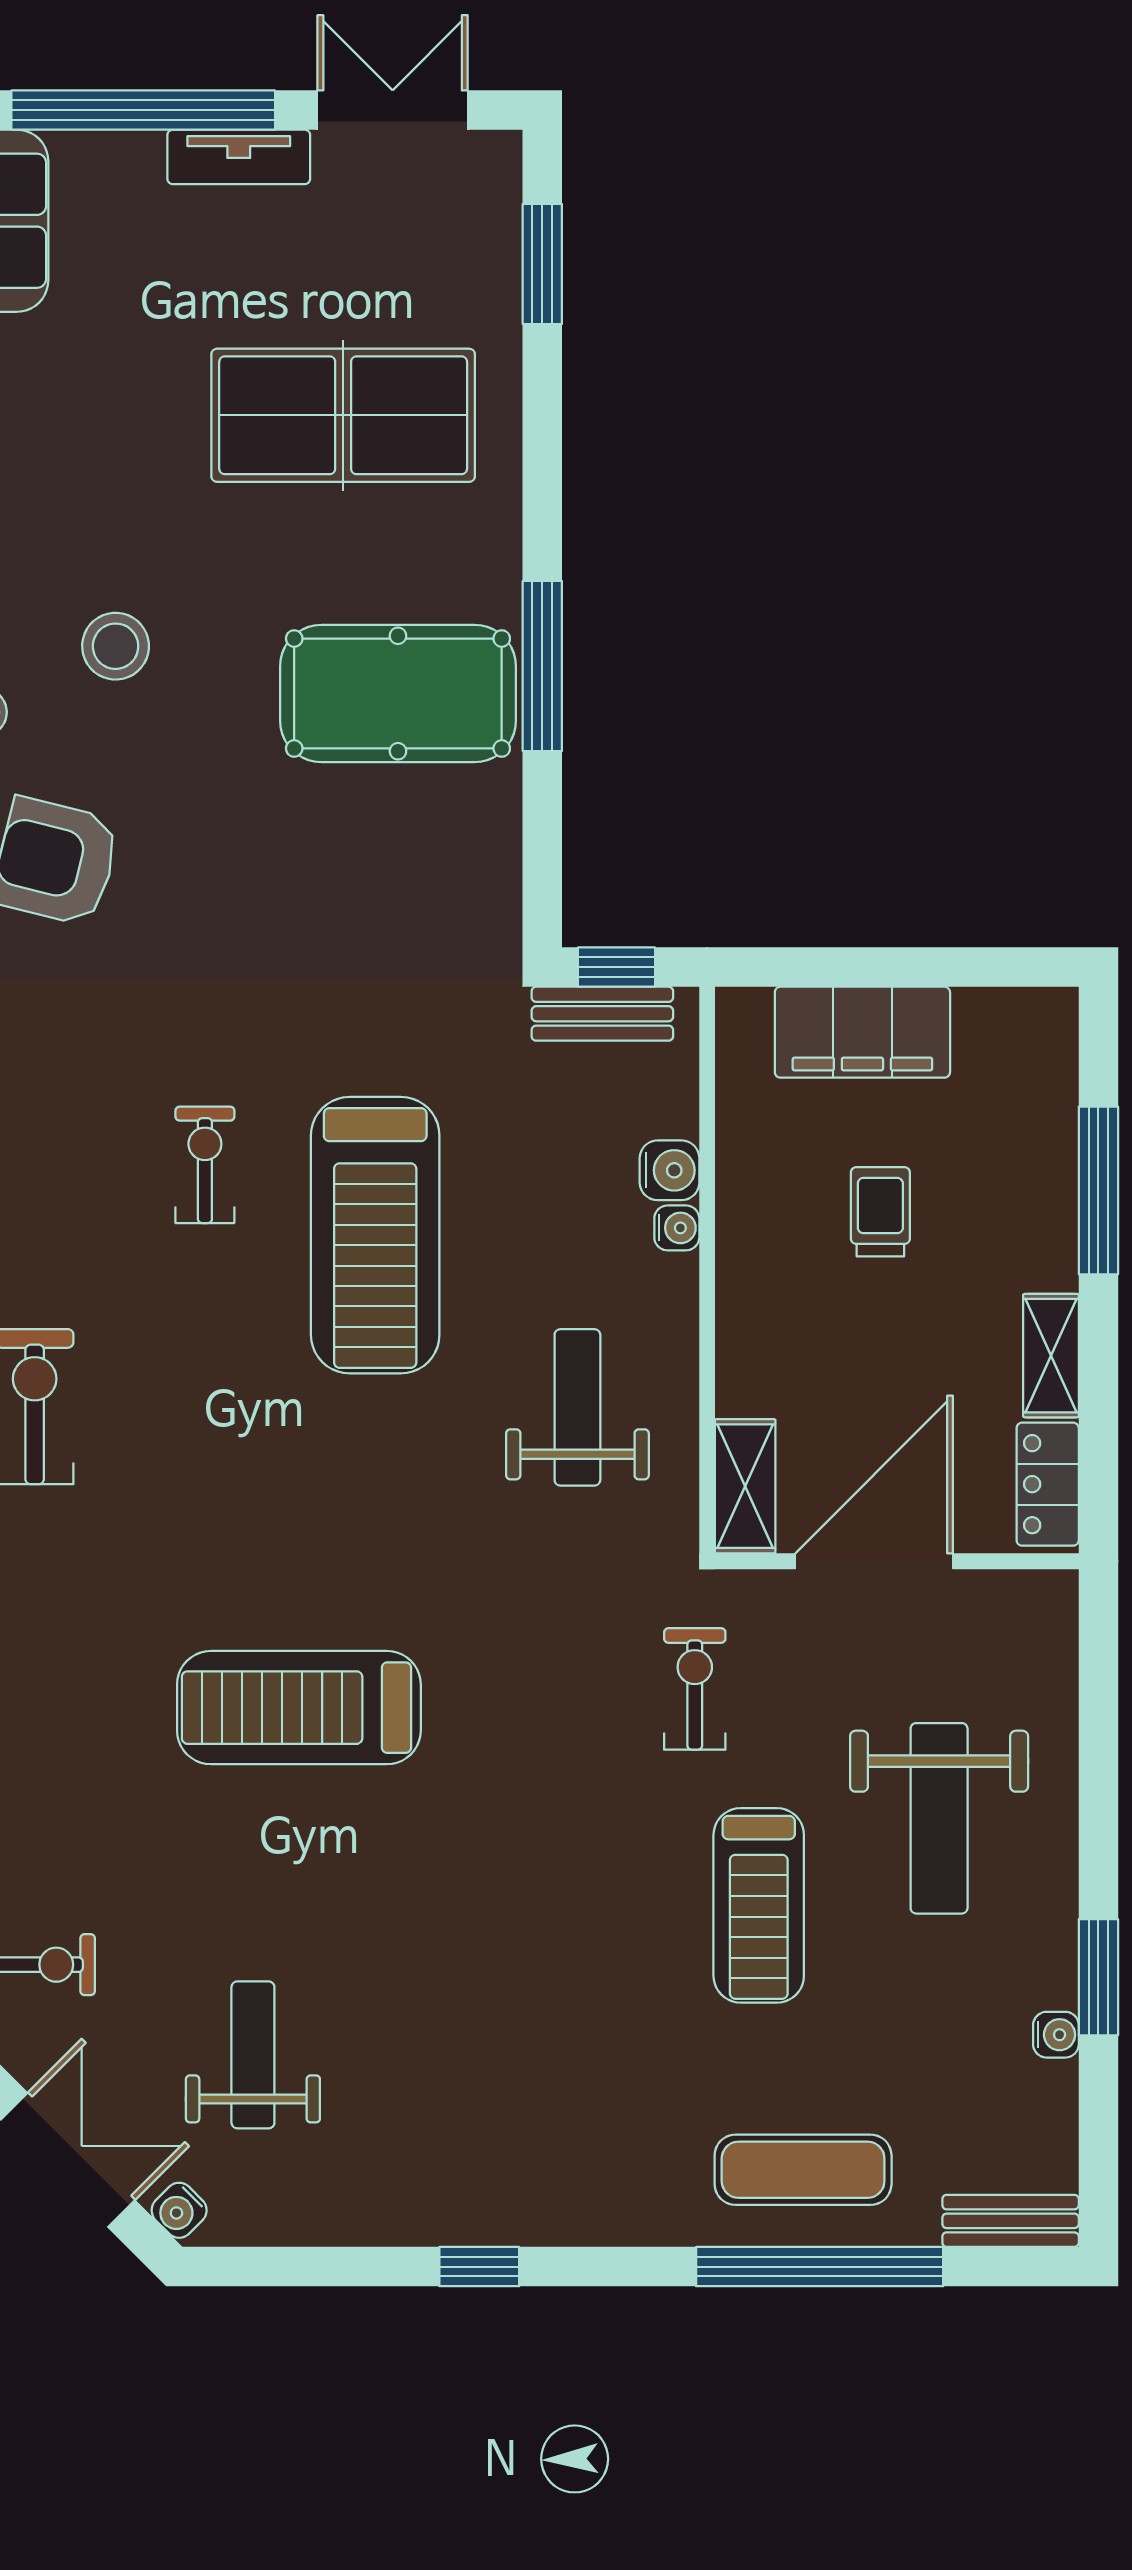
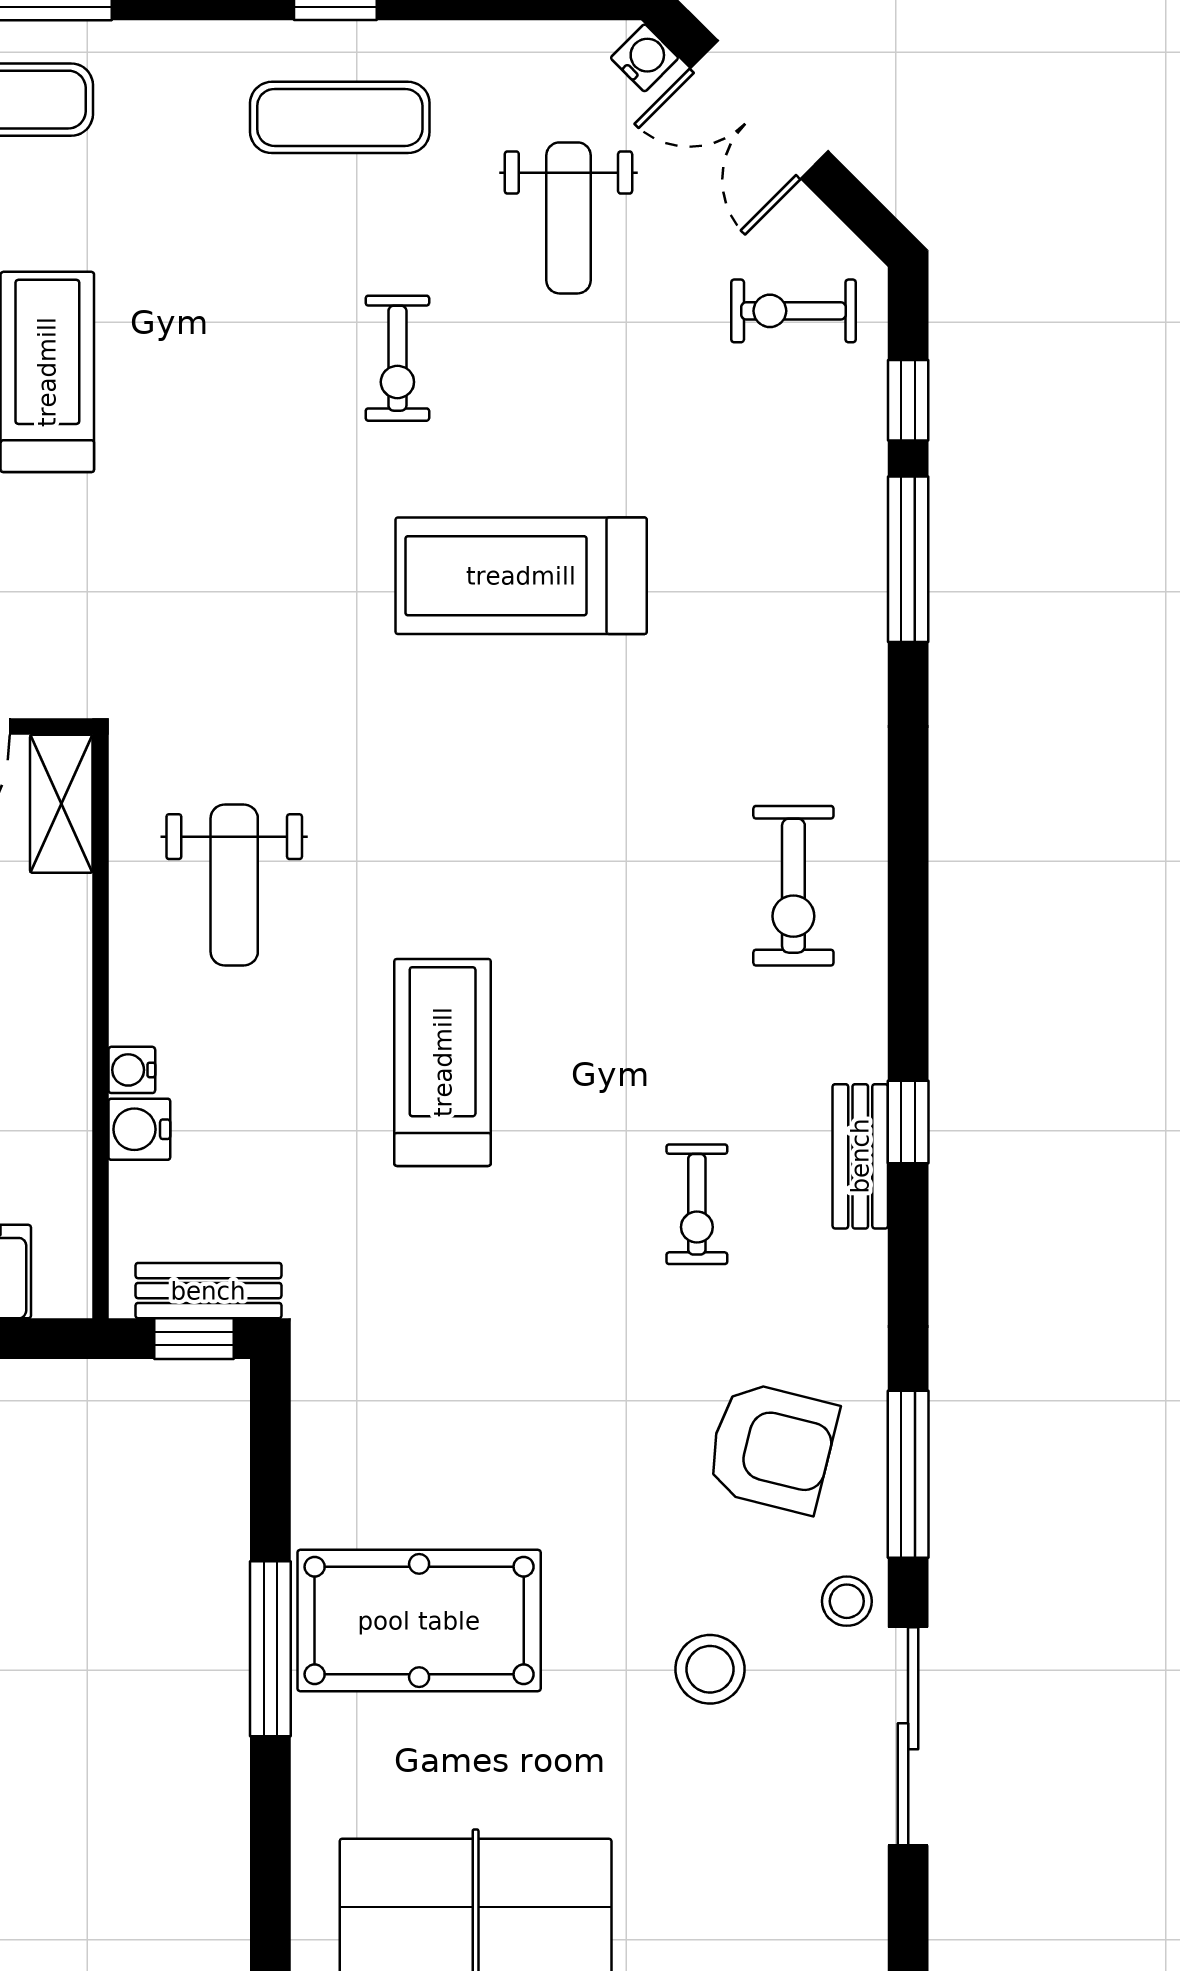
exercise bike: (205, 1165) -> (697, 1204), moved
treadmill: (375, 1235) -> (443, 1062), width x0.73, depth x0.73
exercise bike: (695, 1689) -> (397, 358), moved
treadmill: (299, 1708) -> (521, 576), turned 180
exercise mat: (475, 2152) -> (340, 117), added

